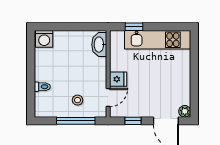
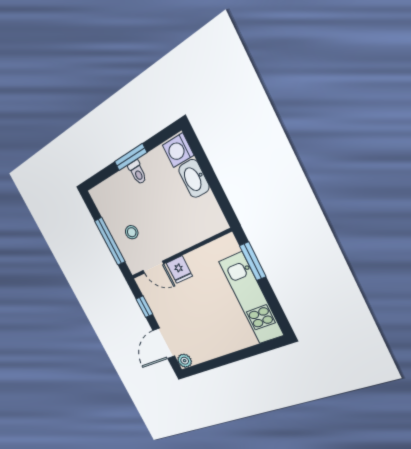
window: (134, 27) -> (253, 261), width x1.50
washbasin: (99, 45) -> (194, 179), moved, turned -90
window: (31, 73) -> (131, 157), added
toilet: (42, 87) -> (137, 172), moved

